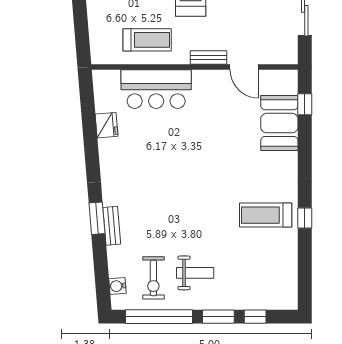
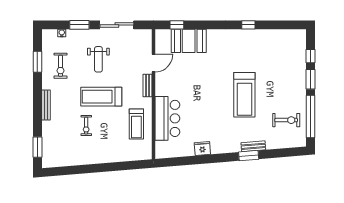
treadmill: (147, 40) -> (136, 124), turned 180
fridge: (107, 125) -> (202, 149), moved
treadmill: (266, 215) -> (244, 95), moved, width x1.37, depth x1.38
weight bench: (195, 273) -> (283, 94), removed
water cooler: (117, 286) -> (291, 143), removed

